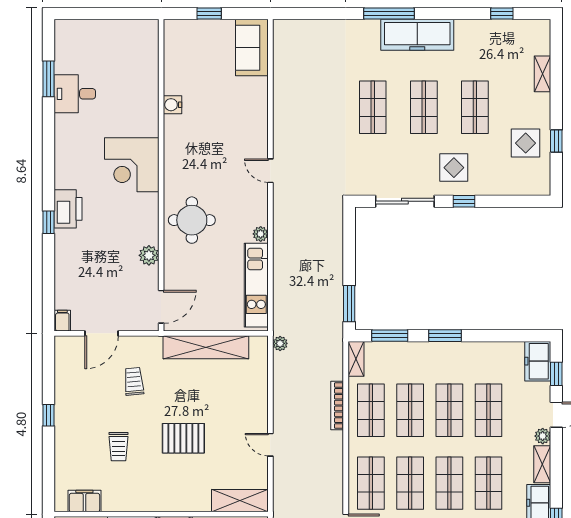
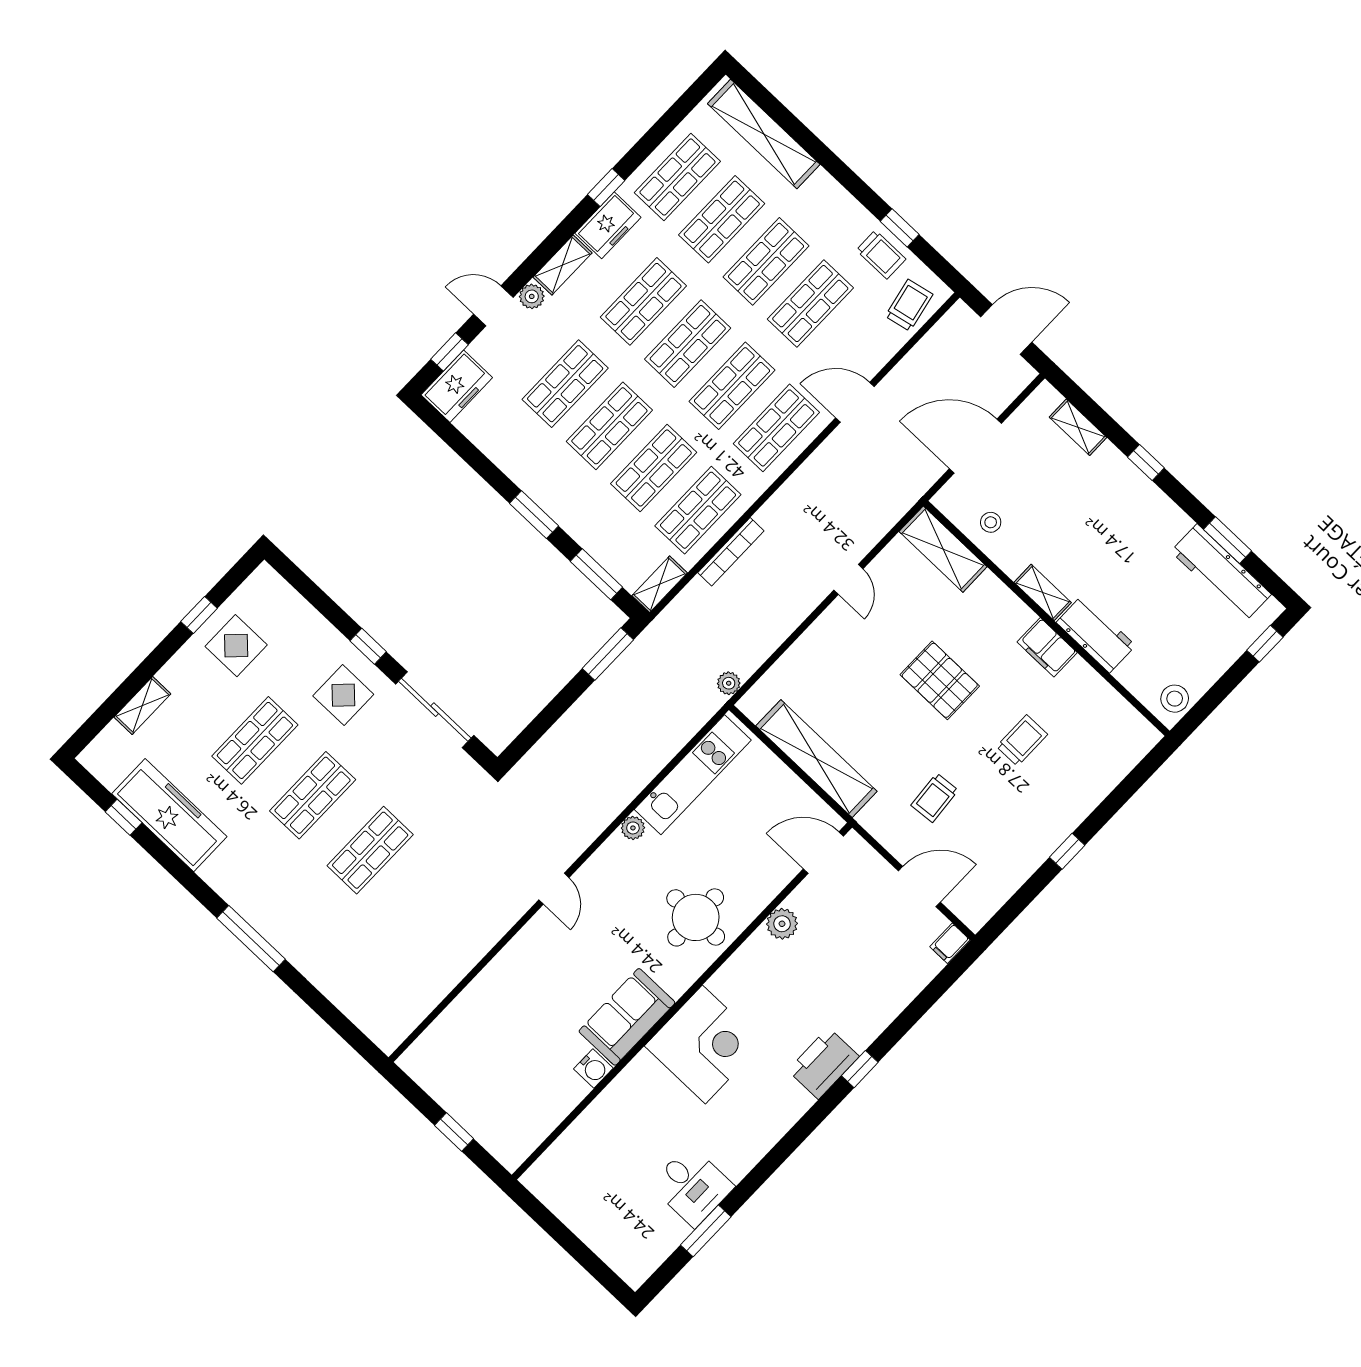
freezer: (417, 35) -> (169, 815), moved
sofa: (252, 48) -> (627, 1017), moved, turned 180
filing cabinet: (84, 501) -> (1047, 647), moved

